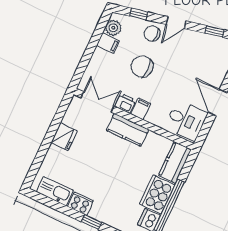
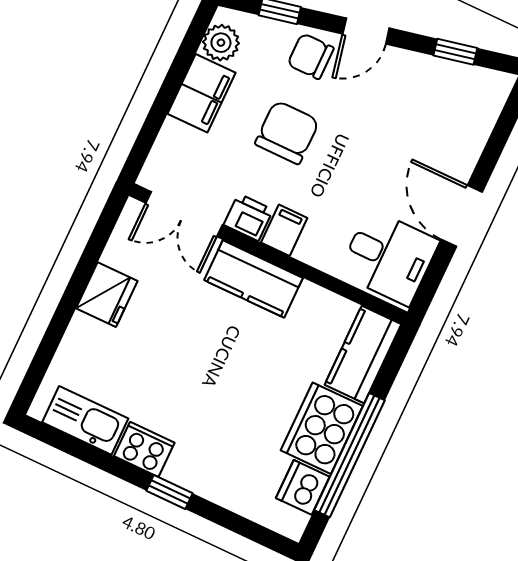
filing cabinet: (108, 43) -> (202, 93), width x2.00
chair: (142, 66) -> (287, 132), turned 90
double door: (97, 102) -> (184, 214), swing flipped

